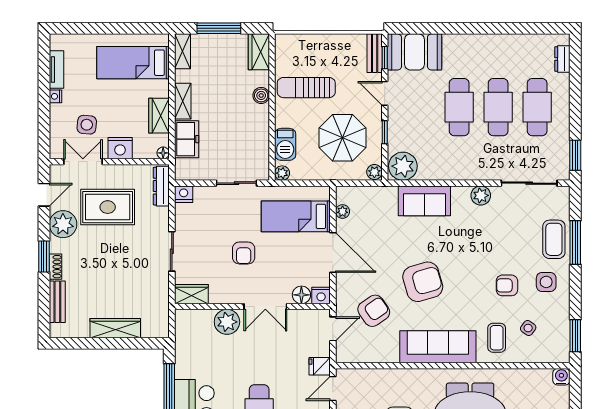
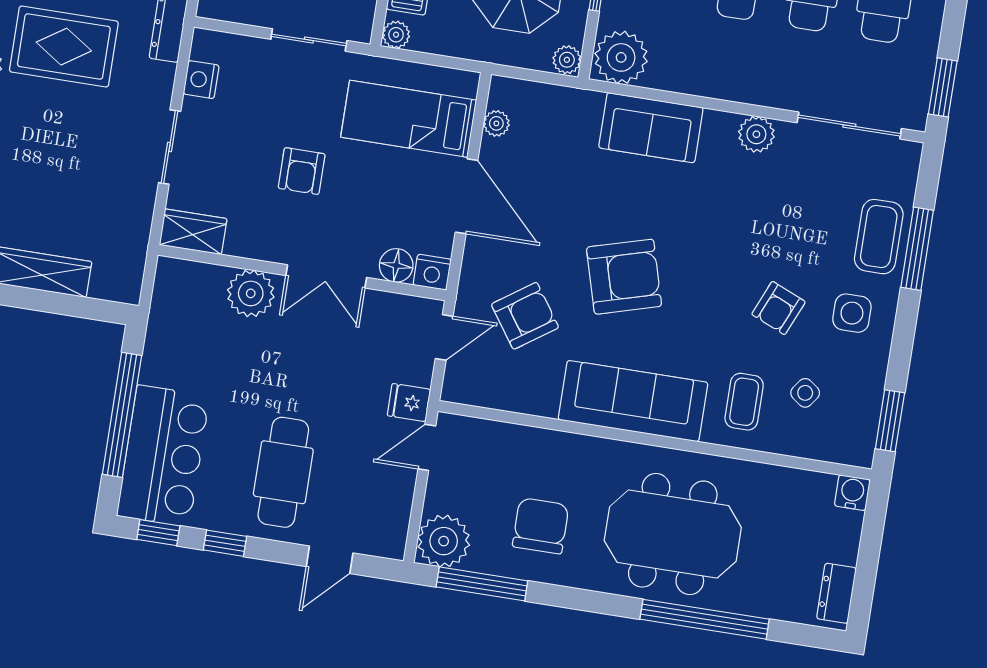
nightstand: (184, 194) -> (201, 80), moved, turned -90
armchair: (507, 285) -> (778, 308), turned -67

